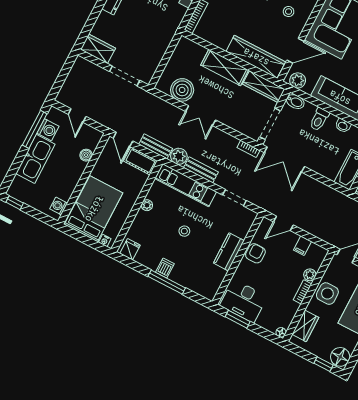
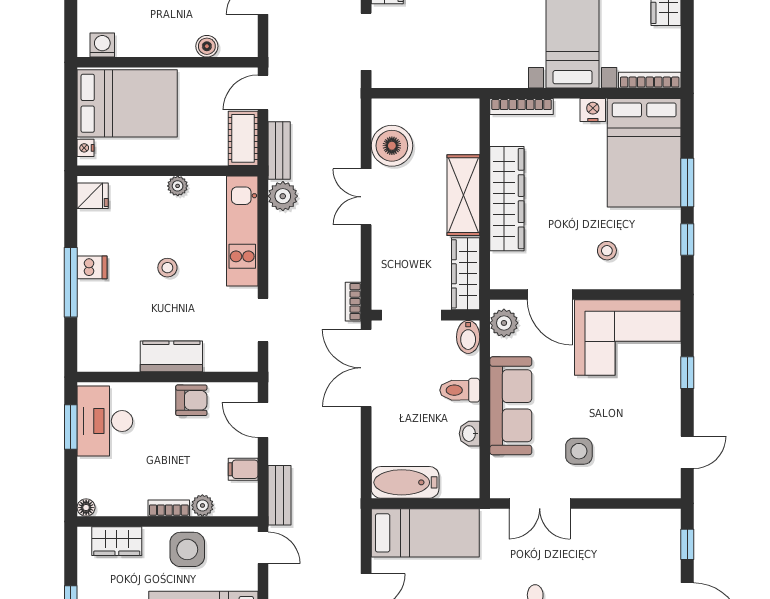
wardrobe: (256, 57) -> (507, 199), moved
bench: (201, 170) -> (279, 495), moved

